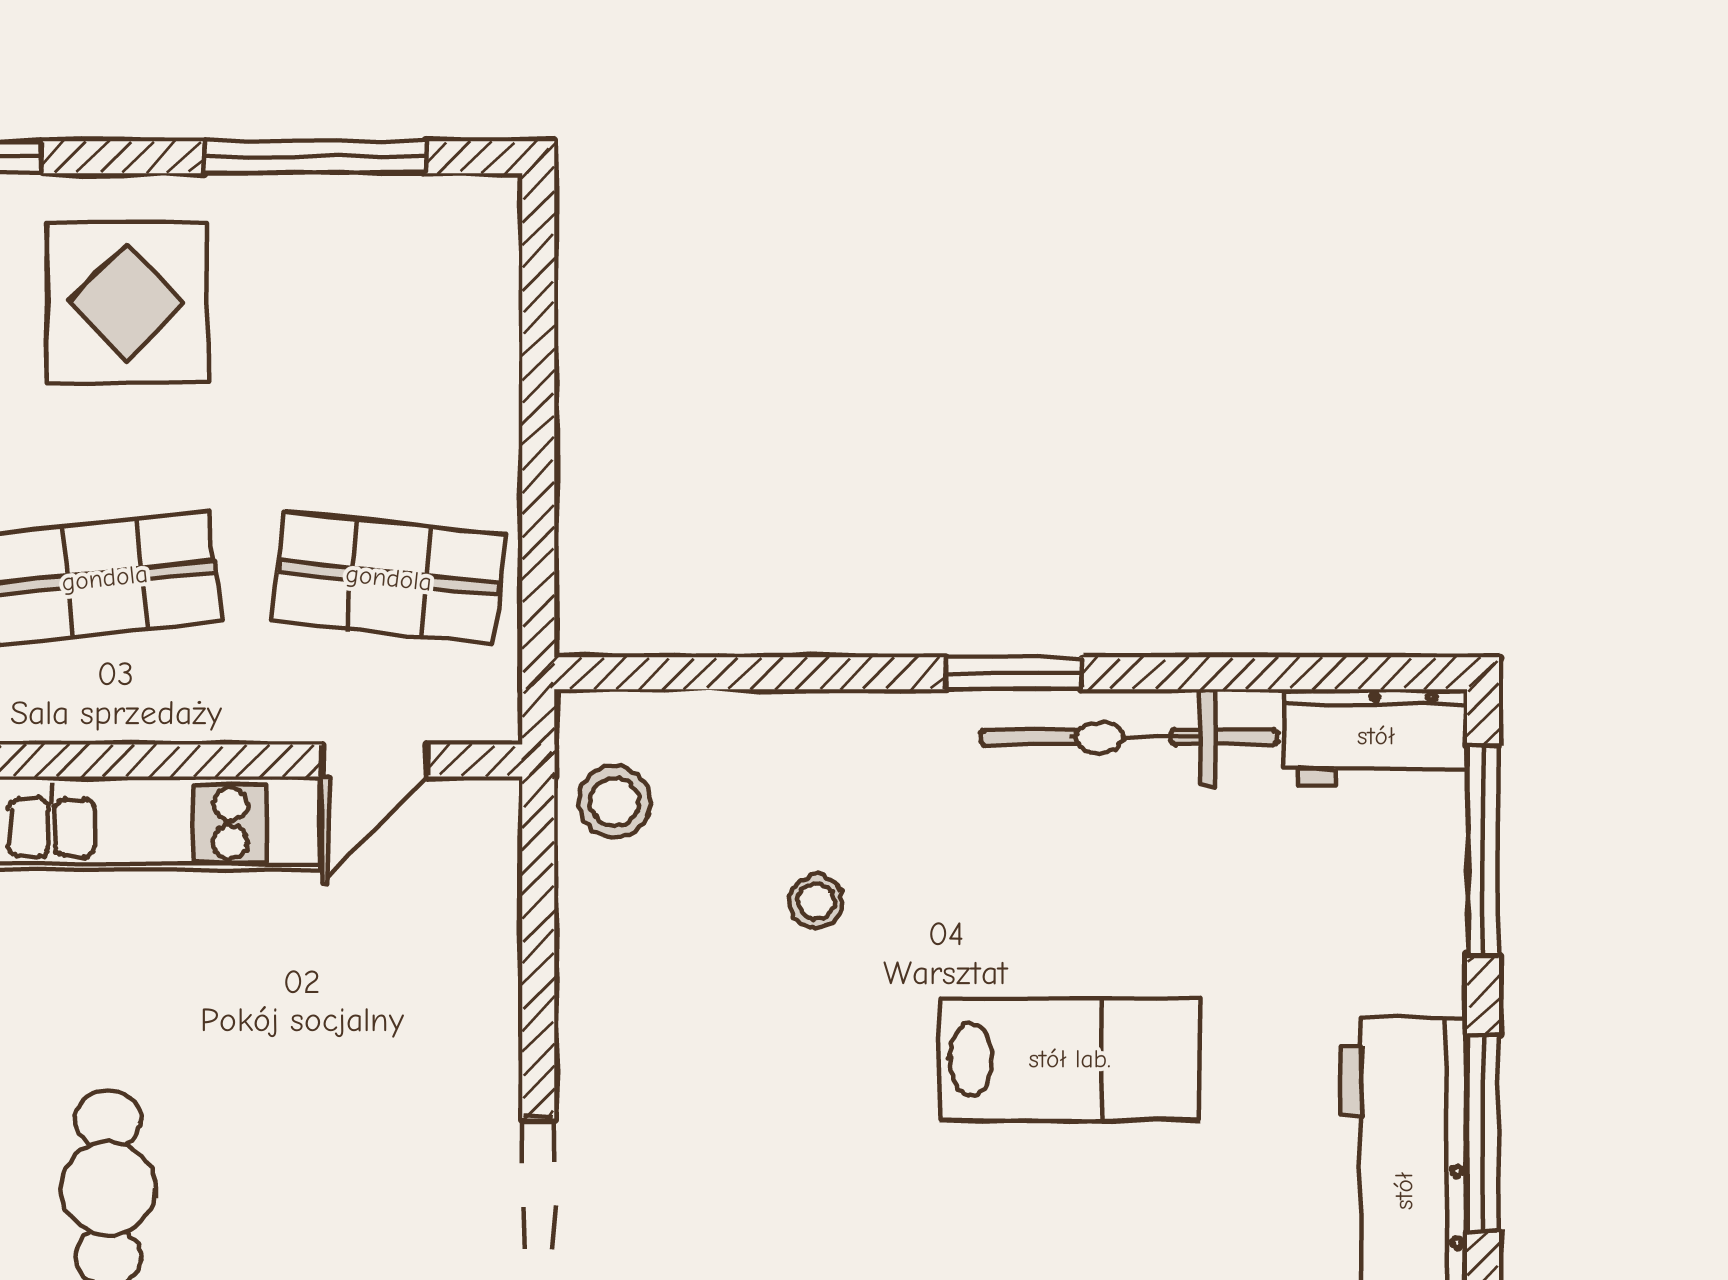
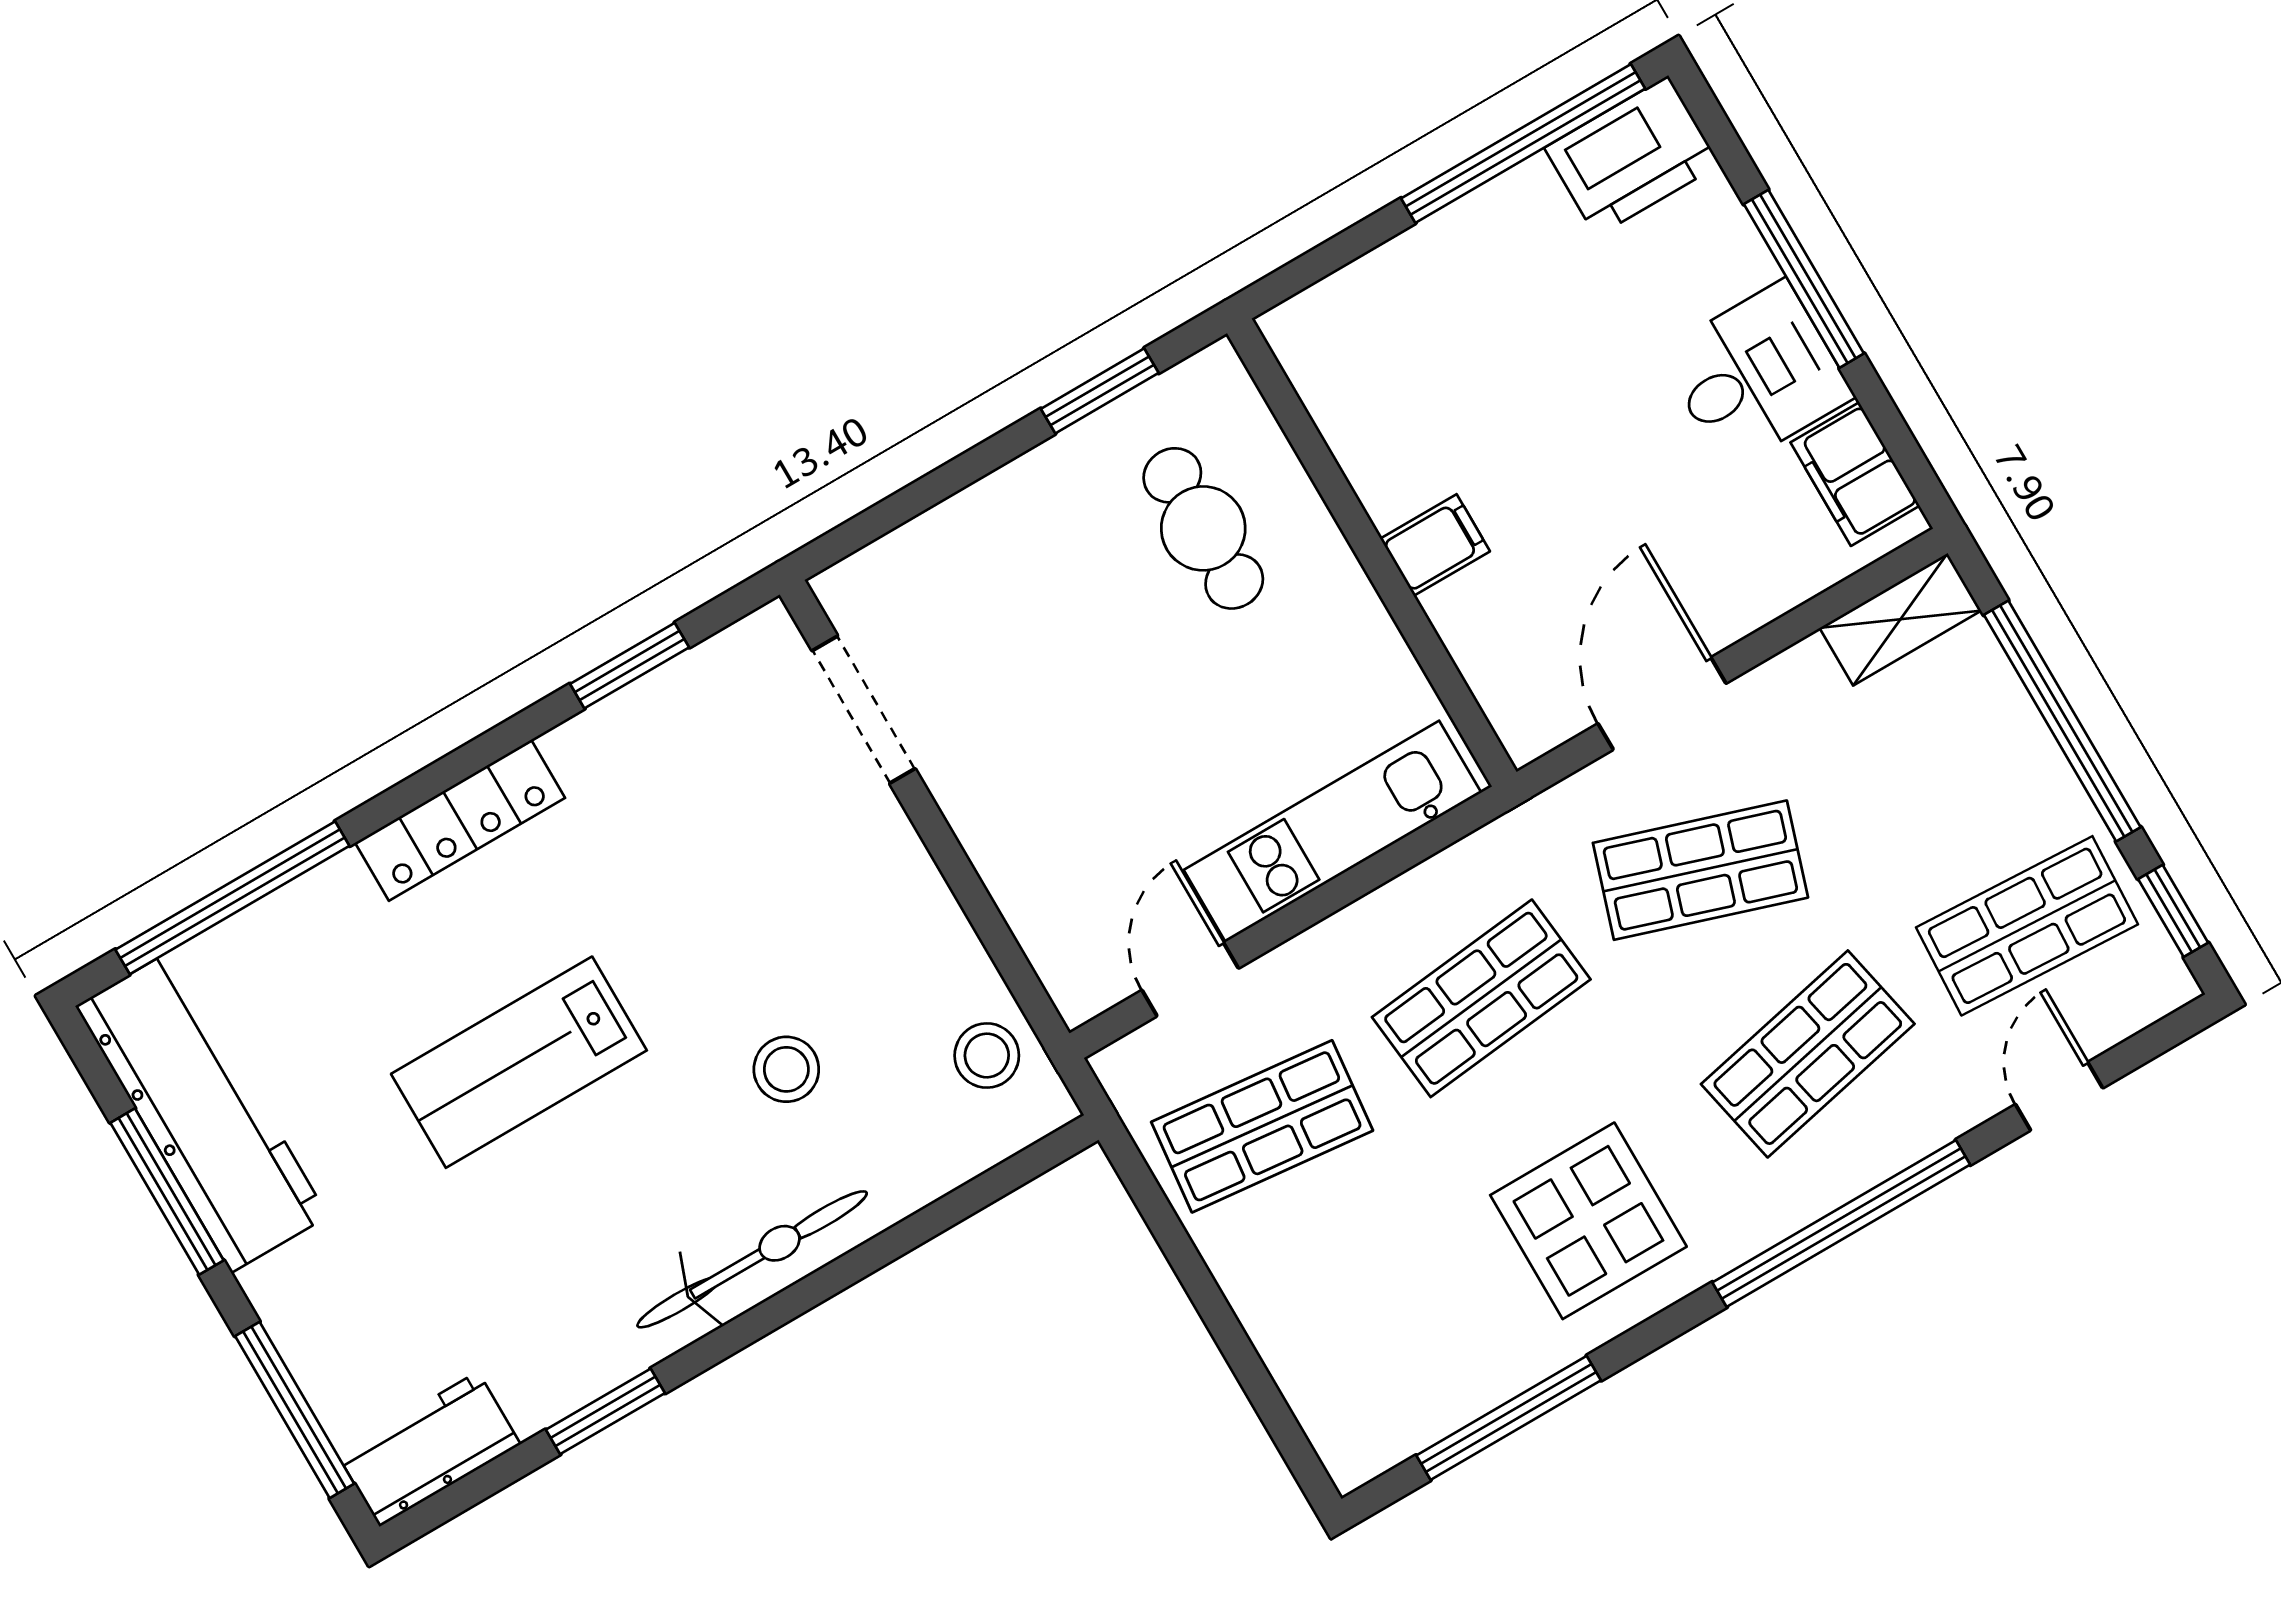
window: (1014, 673) -> (605, 1411), moved
bicycle: (1129, 737) -> (752, 1259), moved
stool: (816, 901) -> (786, 1069), width x1.37, depth x1.37

